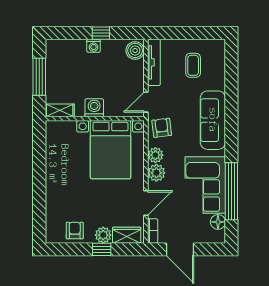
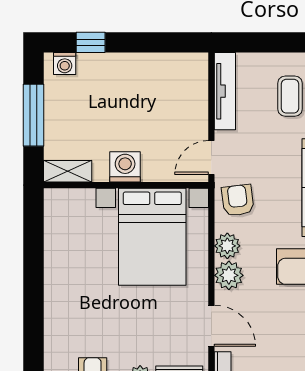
window: (101, 33) -> (91, 42), moved
washing machine: (93, 46) -> (65, 64), moved
boiler: (135, 50) -> (193, 71), removed
door: (146, 203) -> (211, 326), hinge flipped

